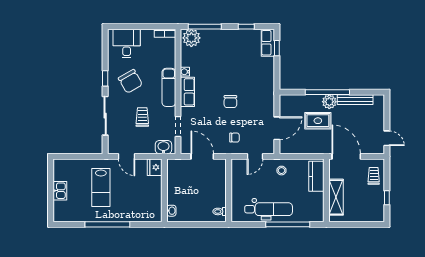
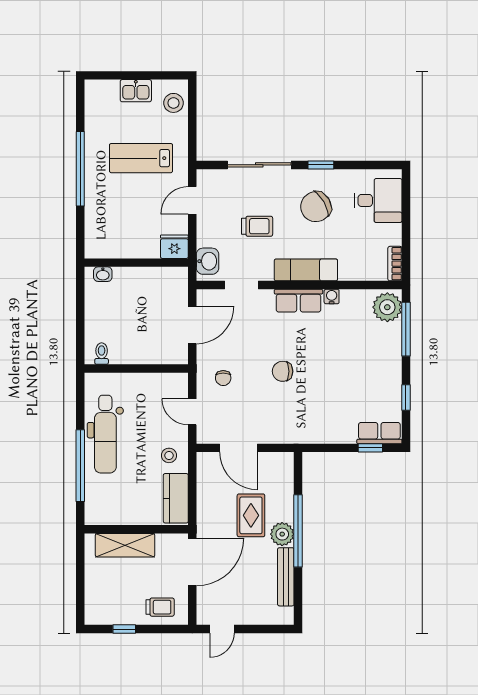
stool: (67, 168) -> (173, 103), added
kitchen counter: (316, 176) -> (176, 498), moved, turned -90

